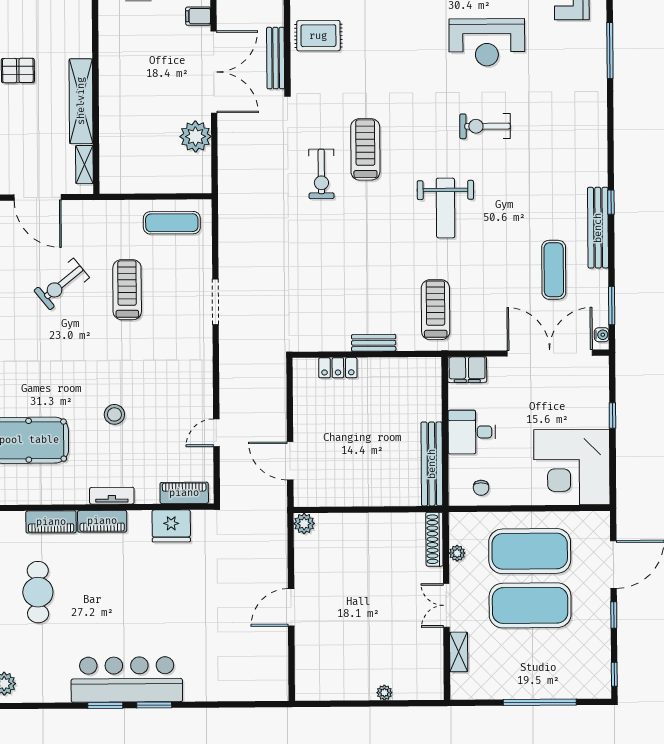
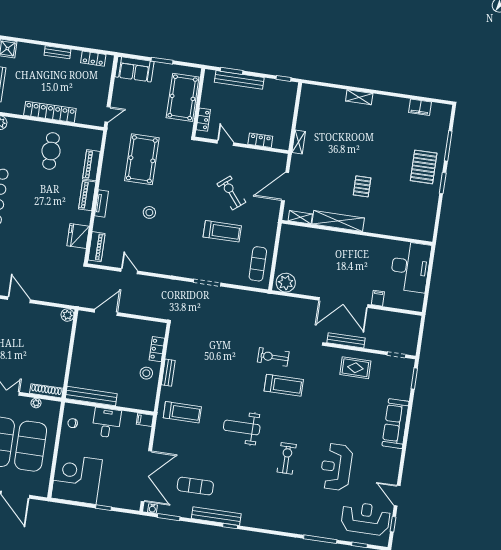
rug: (318, 36) -> (355, 368), turned 90
plant: (195, 136) -> (286, 283), moved
filing cabinet: (467, 370) -> (145, 420), width x0.50
stool: (380, 379) -> (146, 373), added
cafe table: (38, 592) -> (51, 151), turned 90

